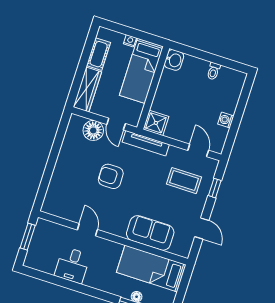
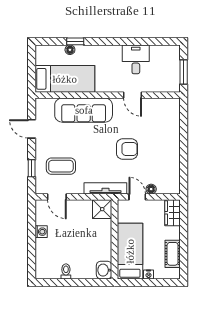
wardrobe: (87, 89) -> (172, 213), width x0.67
floor lamp: (93, 130) -> (151, 189), width x0.53, depth x0.53
sofa: (150, 233) -> (84, 110), width x1.36

